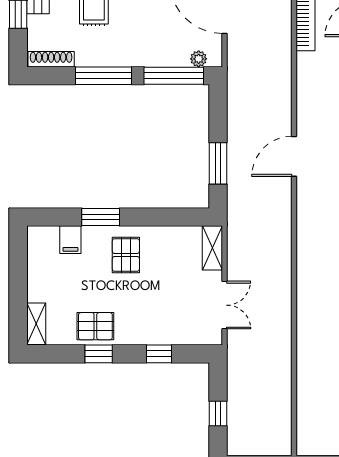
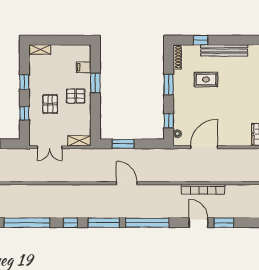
window: (104, 76) -> (169, 84), width x0.69
window: (174, 76) -> (169, 121), width x0.46
pallet: (95, 326) -> (50, 104), moved

